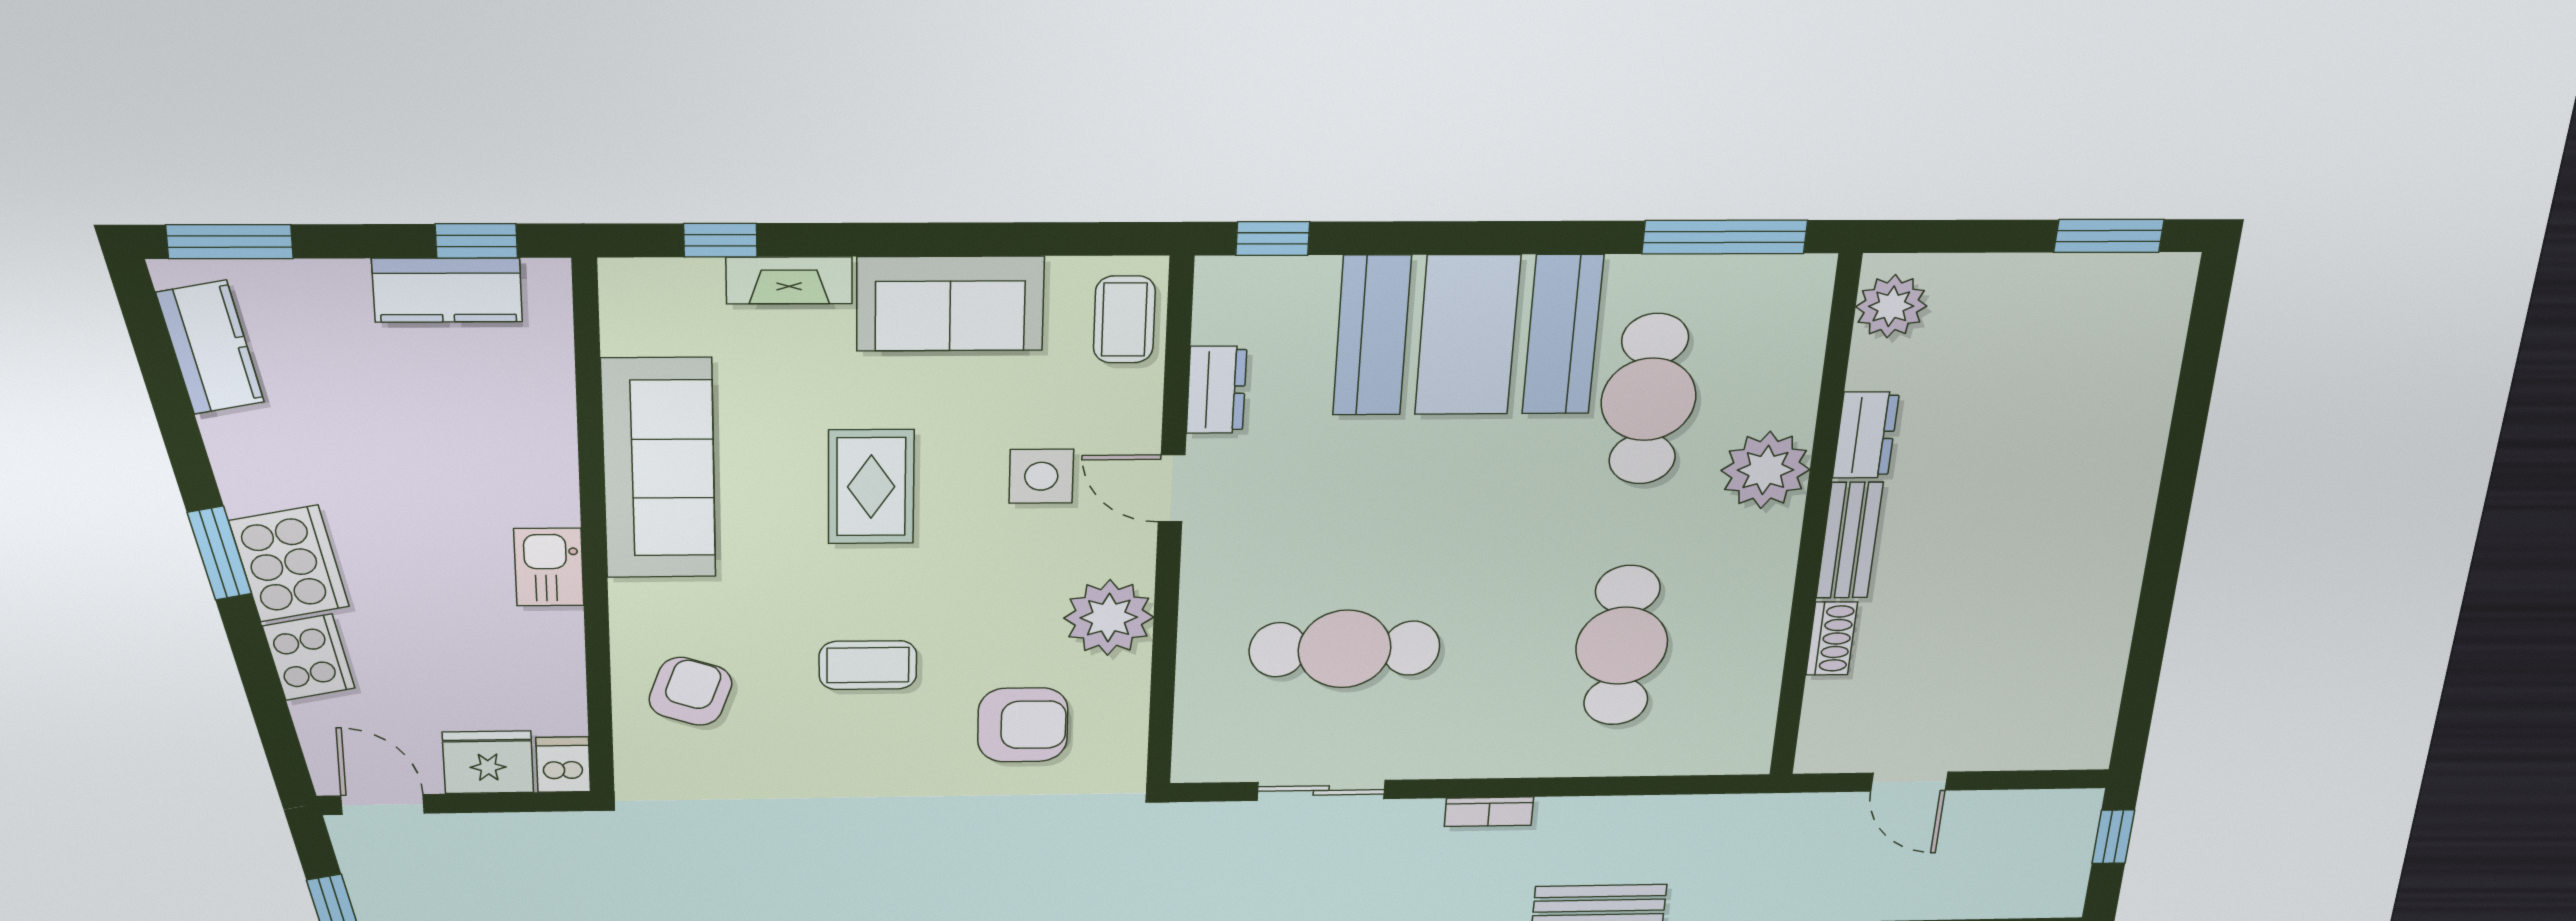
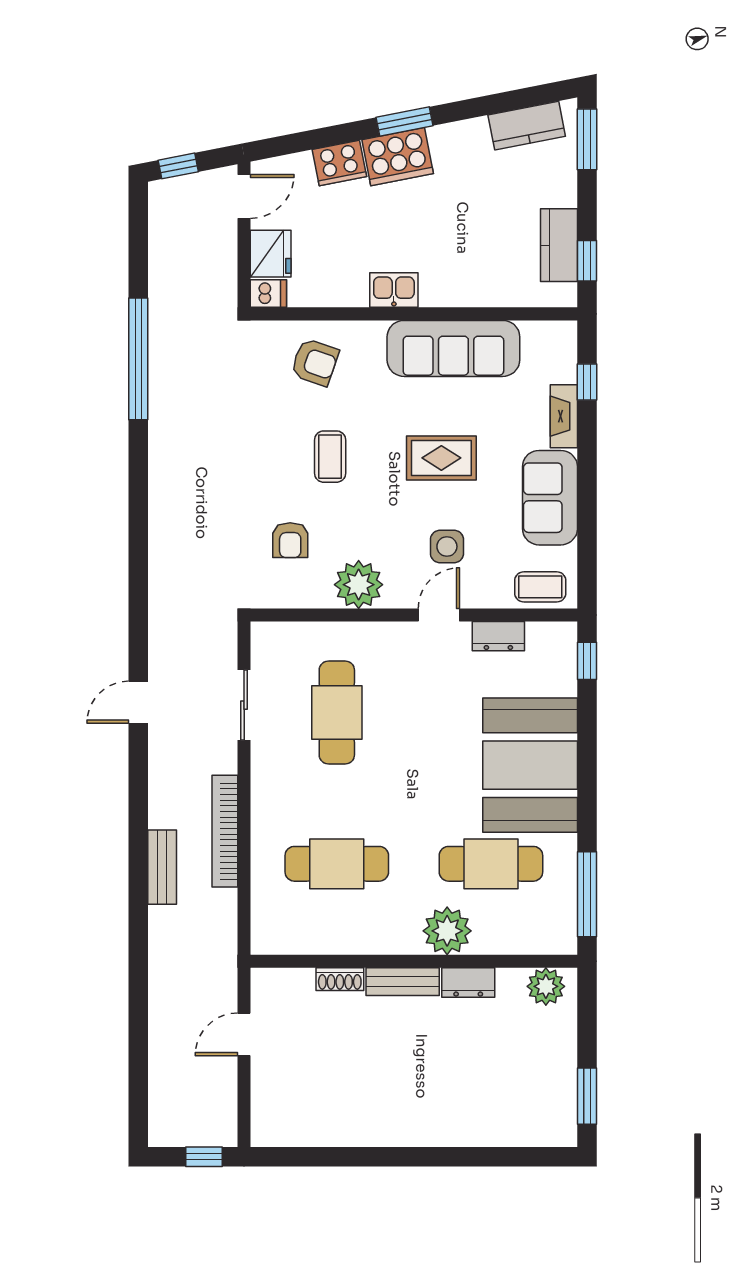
armchair: (1023, 725) -> (290, 540), width x0.72, depth x0.72
bookcase: (1489, 812) -> (225, 831), width x2.31, depth x1.31

